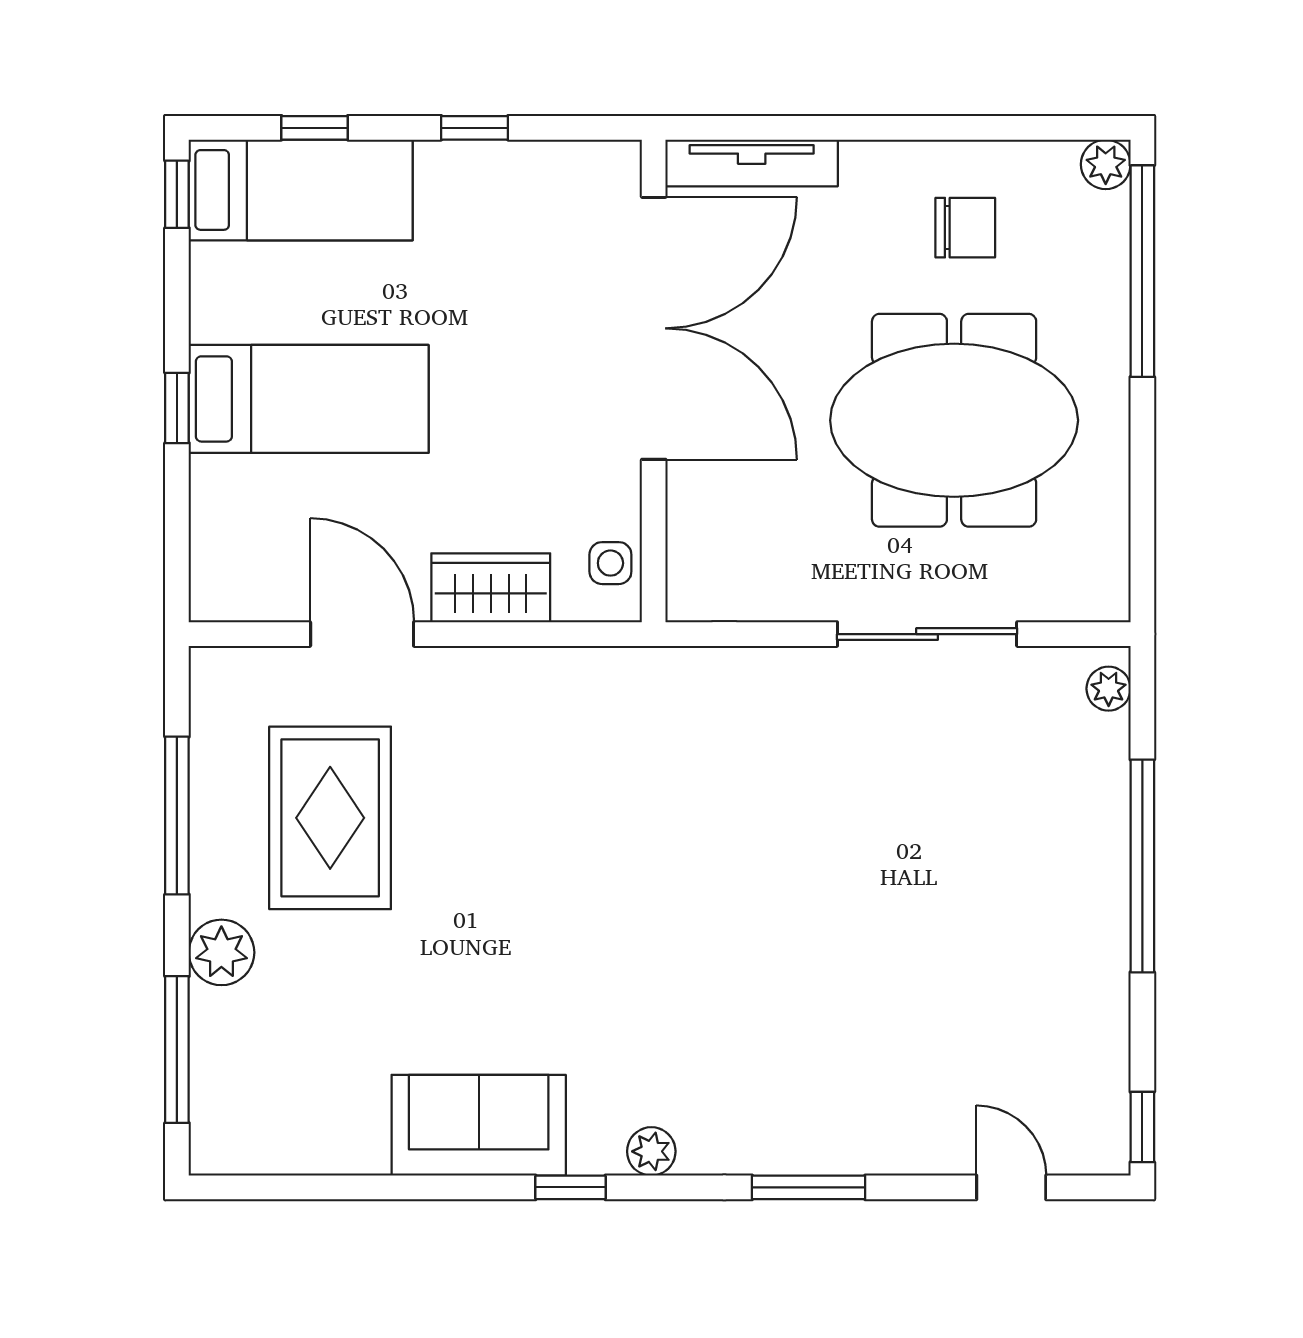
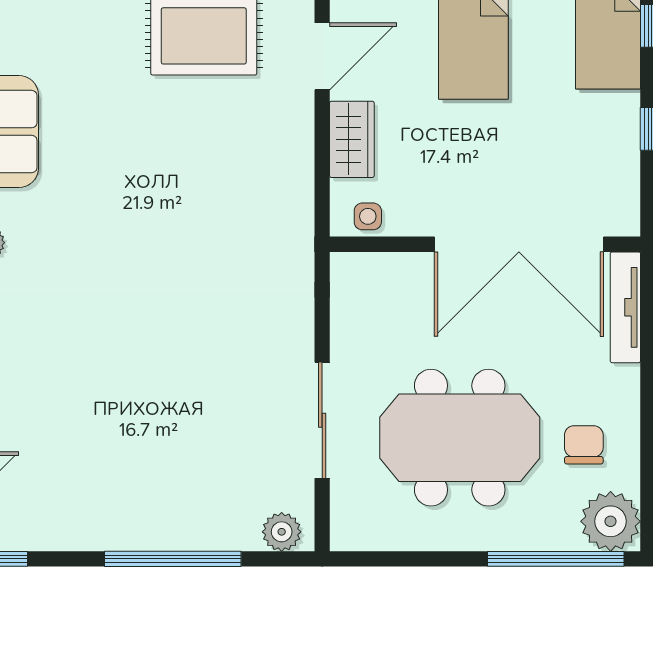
plant: (1106, 164) -> (611, 521), width x1.88, depth x1.88
chair: (965, 228) -> (584, 445), turned 180
meeting table: (954, 420) -> (460, 438), turned 90
plant: (1109, 689) -> (282, 532), width x1.38, depth x1.38

